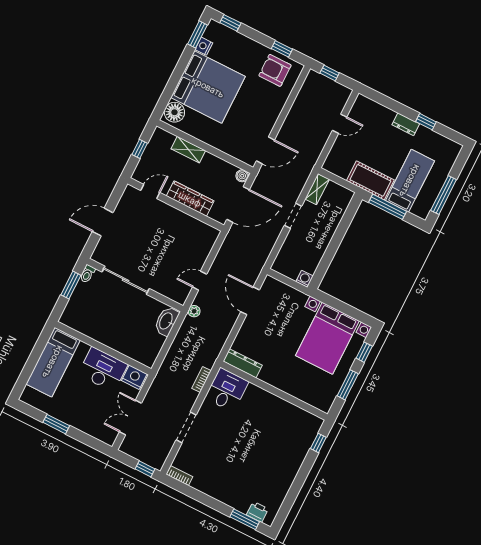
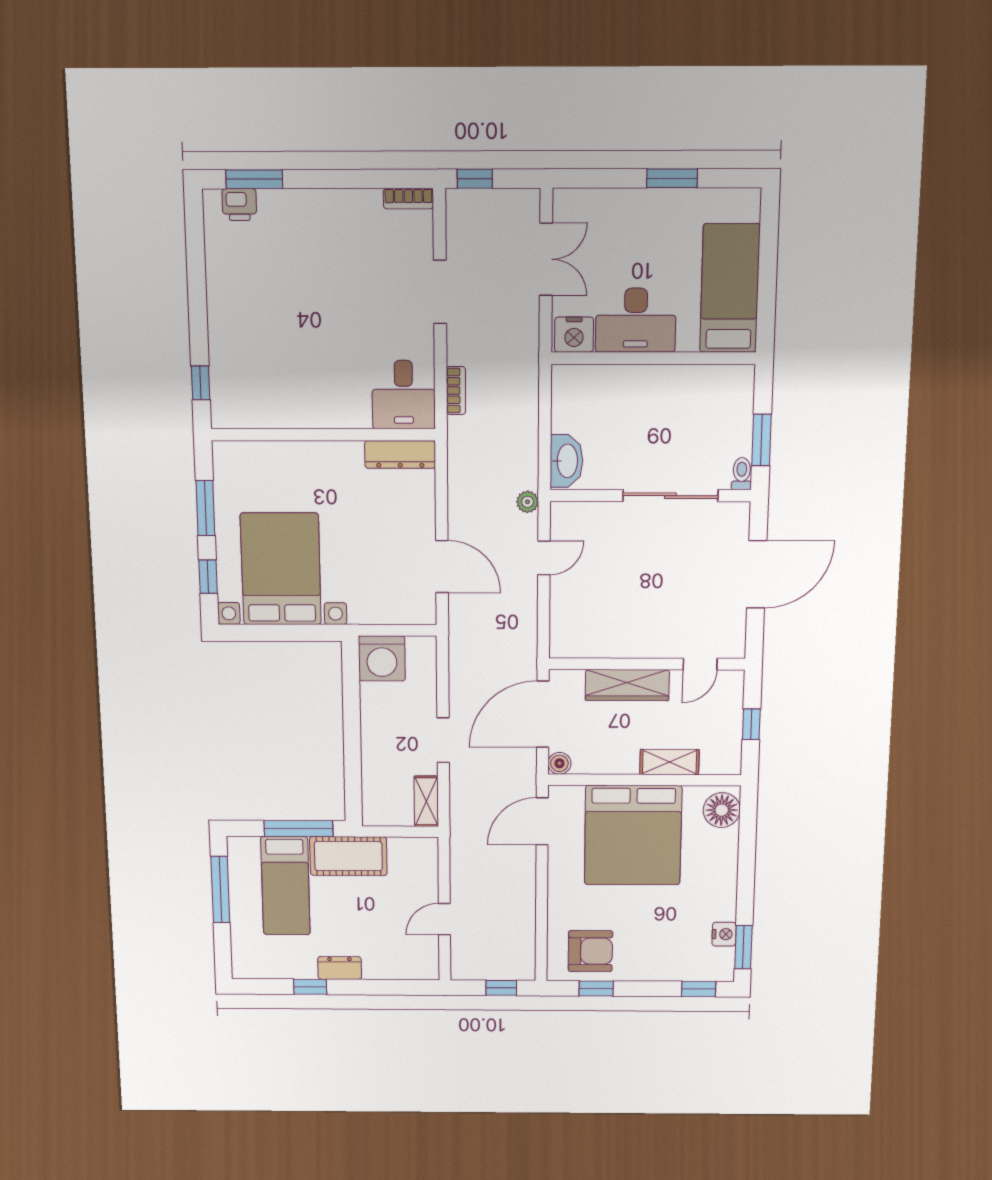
bed: (208, 87) -> (633, 835), moved, turned -90
door: (103, 222) -> (757, 574), width x1.36
washing machine: (304, 279) -> (382, 658), width x1.89, depth x1.89

